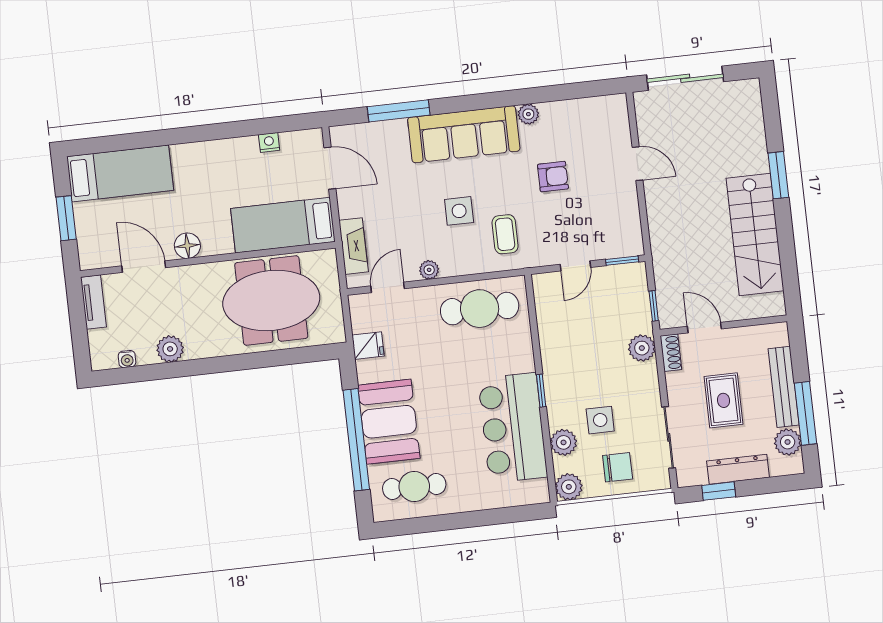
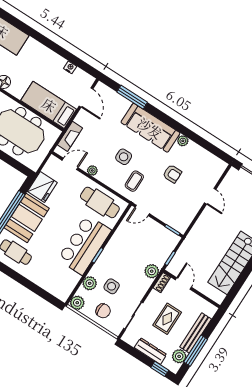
door: (575, 266) -> (142, 210), moved
fridge: (368, 346) -> (42, 187), width x1.88, depth x1.34
bar counter: (513, 428) -> (84, 245), moved
window: (719, 491) -> (160, 369), moved

